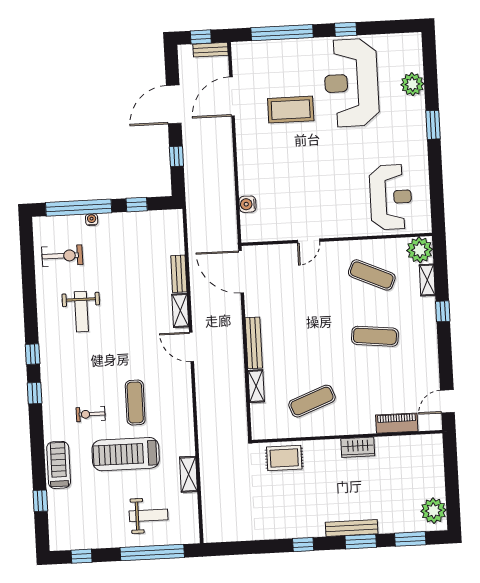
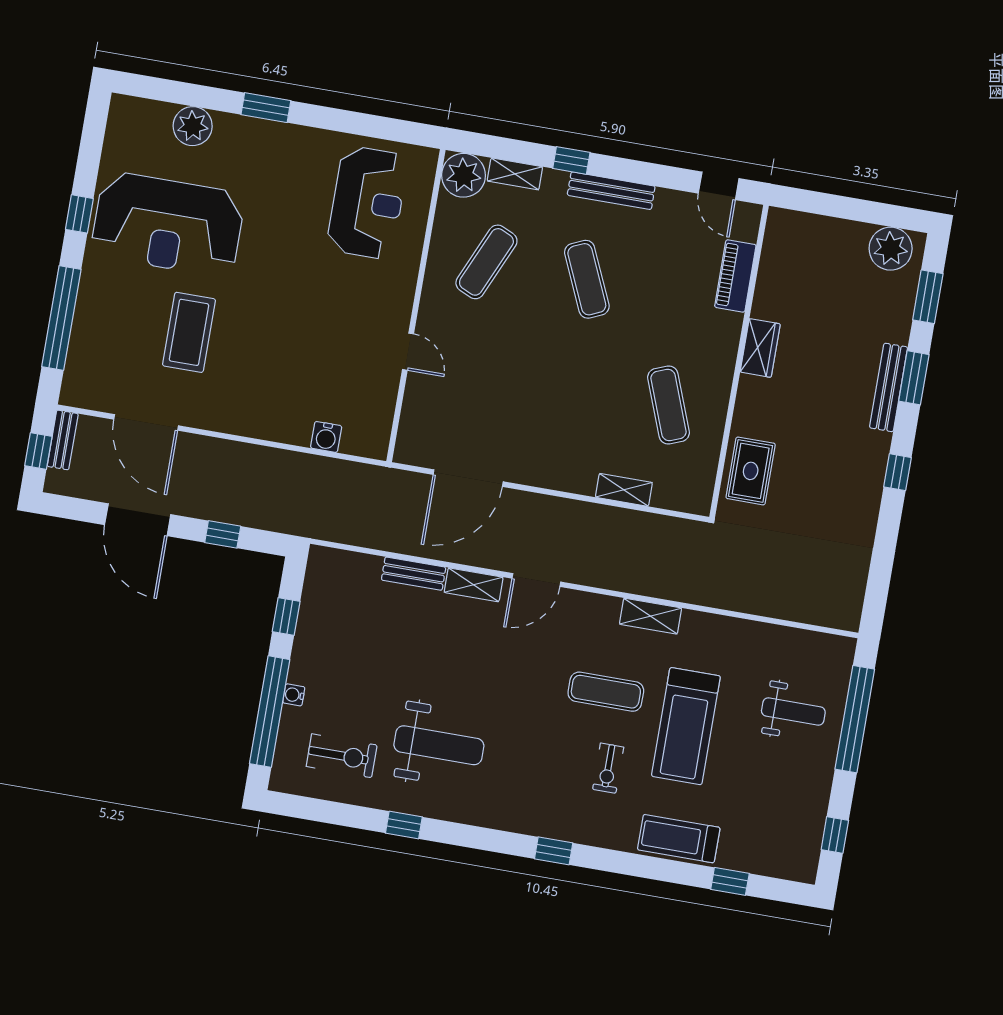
reception desk: (391, 197) -> (367, 203), turned 90
exercise bike: (62, 256) -> (342, 756), turned 90
door: (241, 272) -> (468, 478), moved
weight bench: (81, 312) -> (439, 745), width x1.36, depth x1.33
exercise mat: (375, 336) -> (587, 279), turned -30
bench: (254, 343) -> (611, 191), moved
window: (33, 354) -> (404, 825), moved
shelving: (188, 474) -> (651, 616), moved
weight bench: (149, 515) -> (793, 712), turned 90

